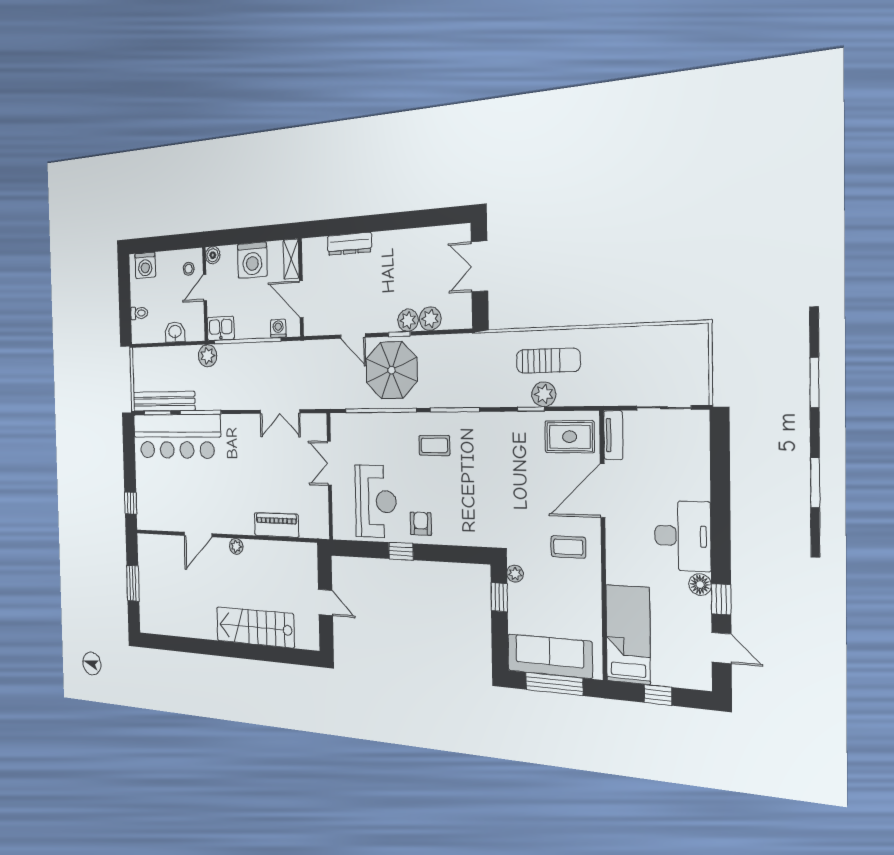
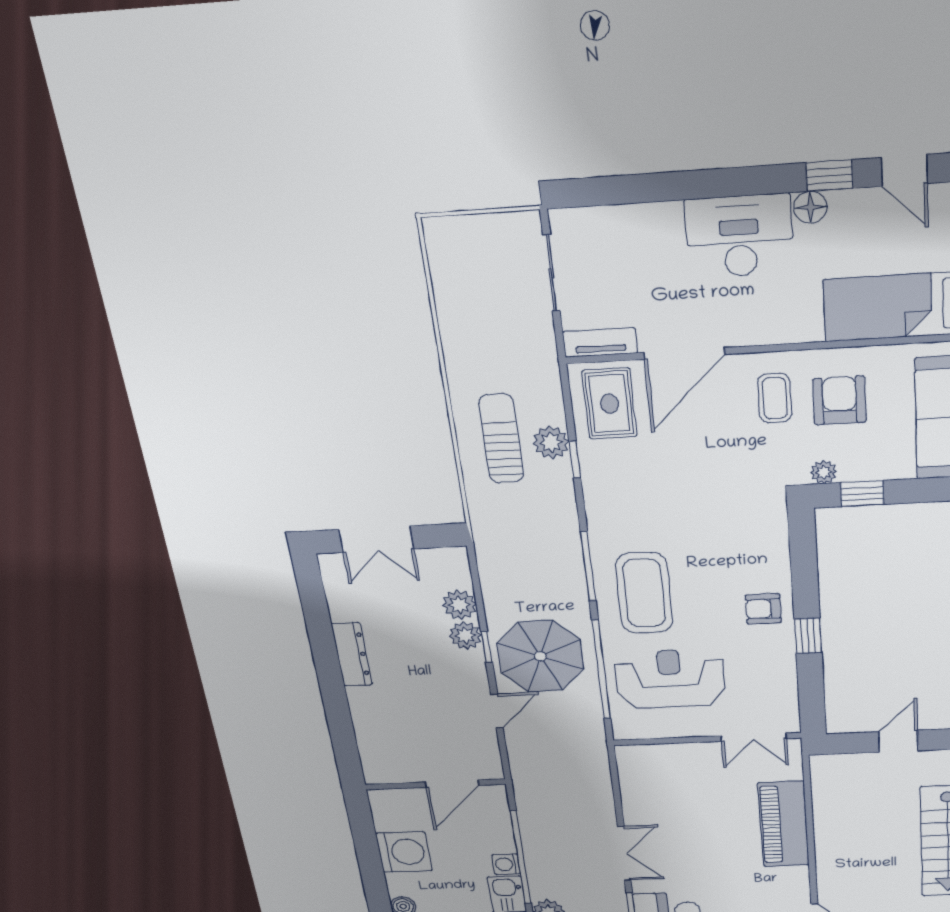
dresser: (349, 244) -> (352, 654), moved
shelving: (291, 259) -> (396, 799), removed
washing machine: (278, 328) -> (506, 864), moved
double door: (280, 412) -> (624, 853), moved
coffee table: (434, 445) -> (644, 593), width x1.86, depth x1.72
double door: (329, 463) -> (754, 737), moved
door: (603, 491) -> (684, 353), hinge flipped
reception desk: (376, 501) -> (670, 679), moved
piano: (277, 525) -> (784, 824), width x1.37, depth x1.33
plant: (236, 546) -> (827, 869), removed
armchair: (565, 589) -> (839, 400), added
door: (722, 648) -> (904, 170), swing flipped

